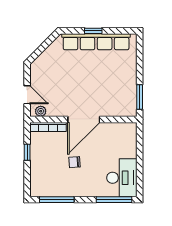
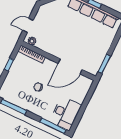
door: (27, 95) -> (28, 25), swing flipped
door: (84, 119) -> (70, 66), moved

